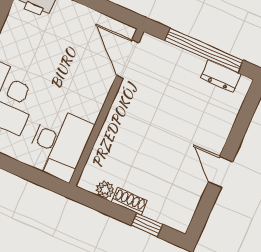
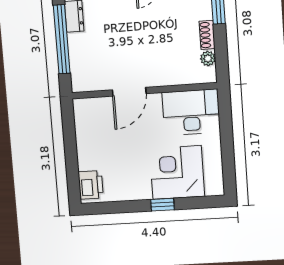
door: (128, 59) -> (129, 92), moved

